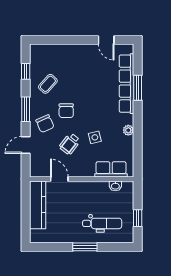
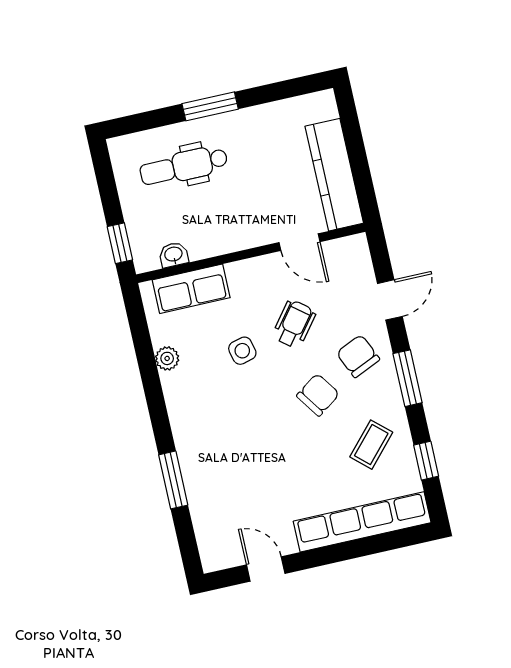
row of seats: (127, 84) -> (362, 522), moved, turned -90
chair: (66, 111) -> (318, 395), turned 55
plant: (128, 130) -> (167, 358), moved
window: (138, 218) -> (120, 243), moved

